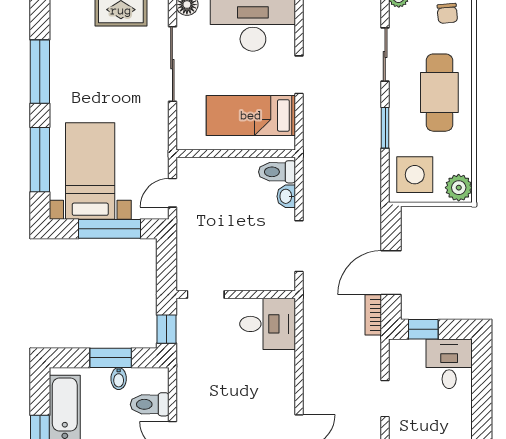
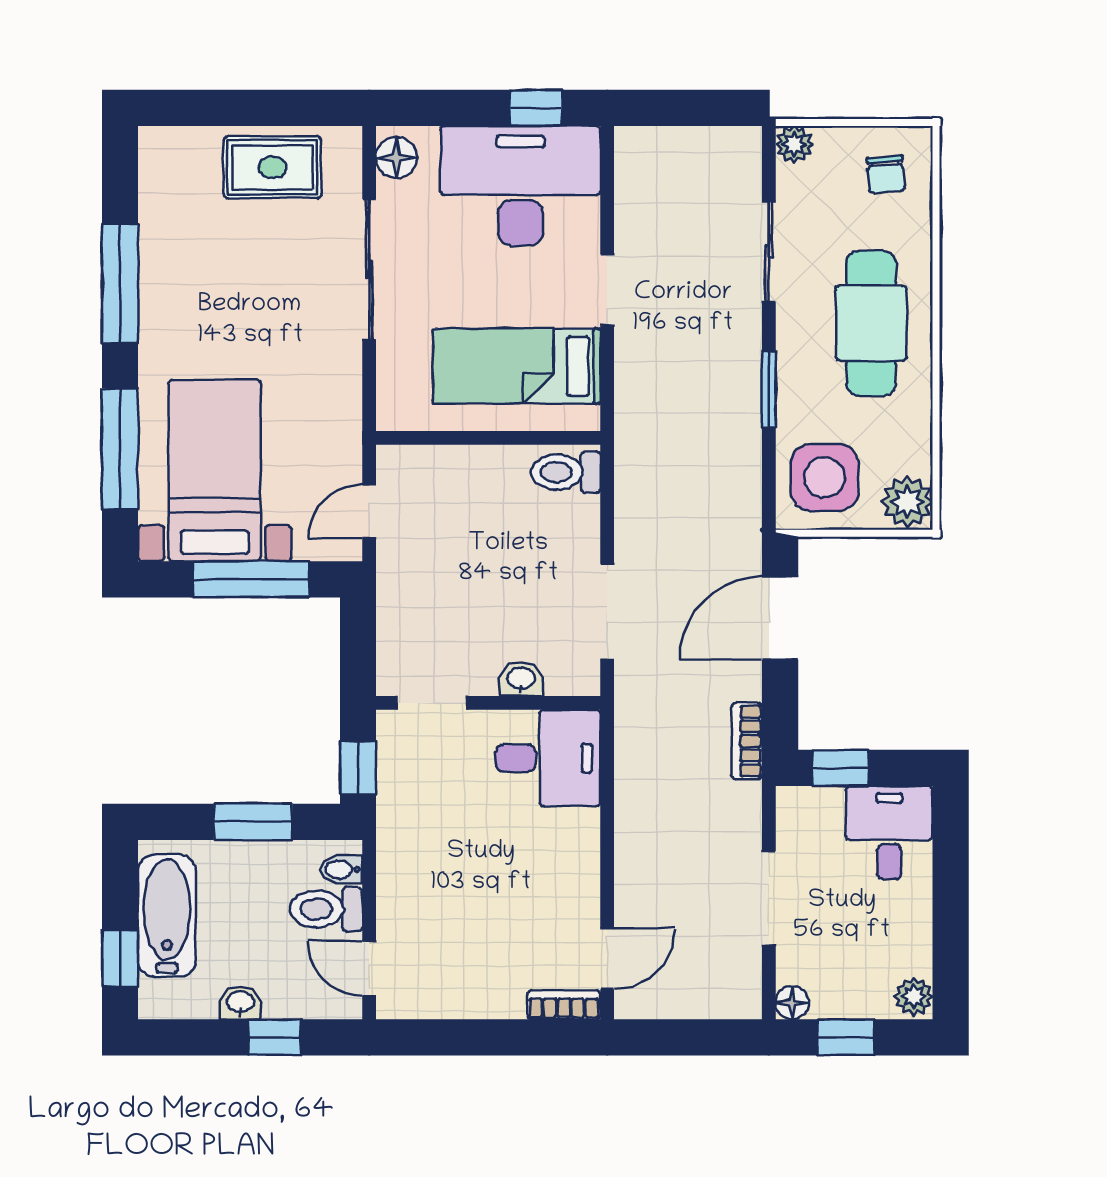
washbasin: (286, 196) -> (521, 679), moved, turned 90
door: (391, 273) -> (780, 618), moved
bidet: (119, 379) -> (342, 869), moved, turned 90
doorway: (385, 399) -> (769, 898), width x1.38

